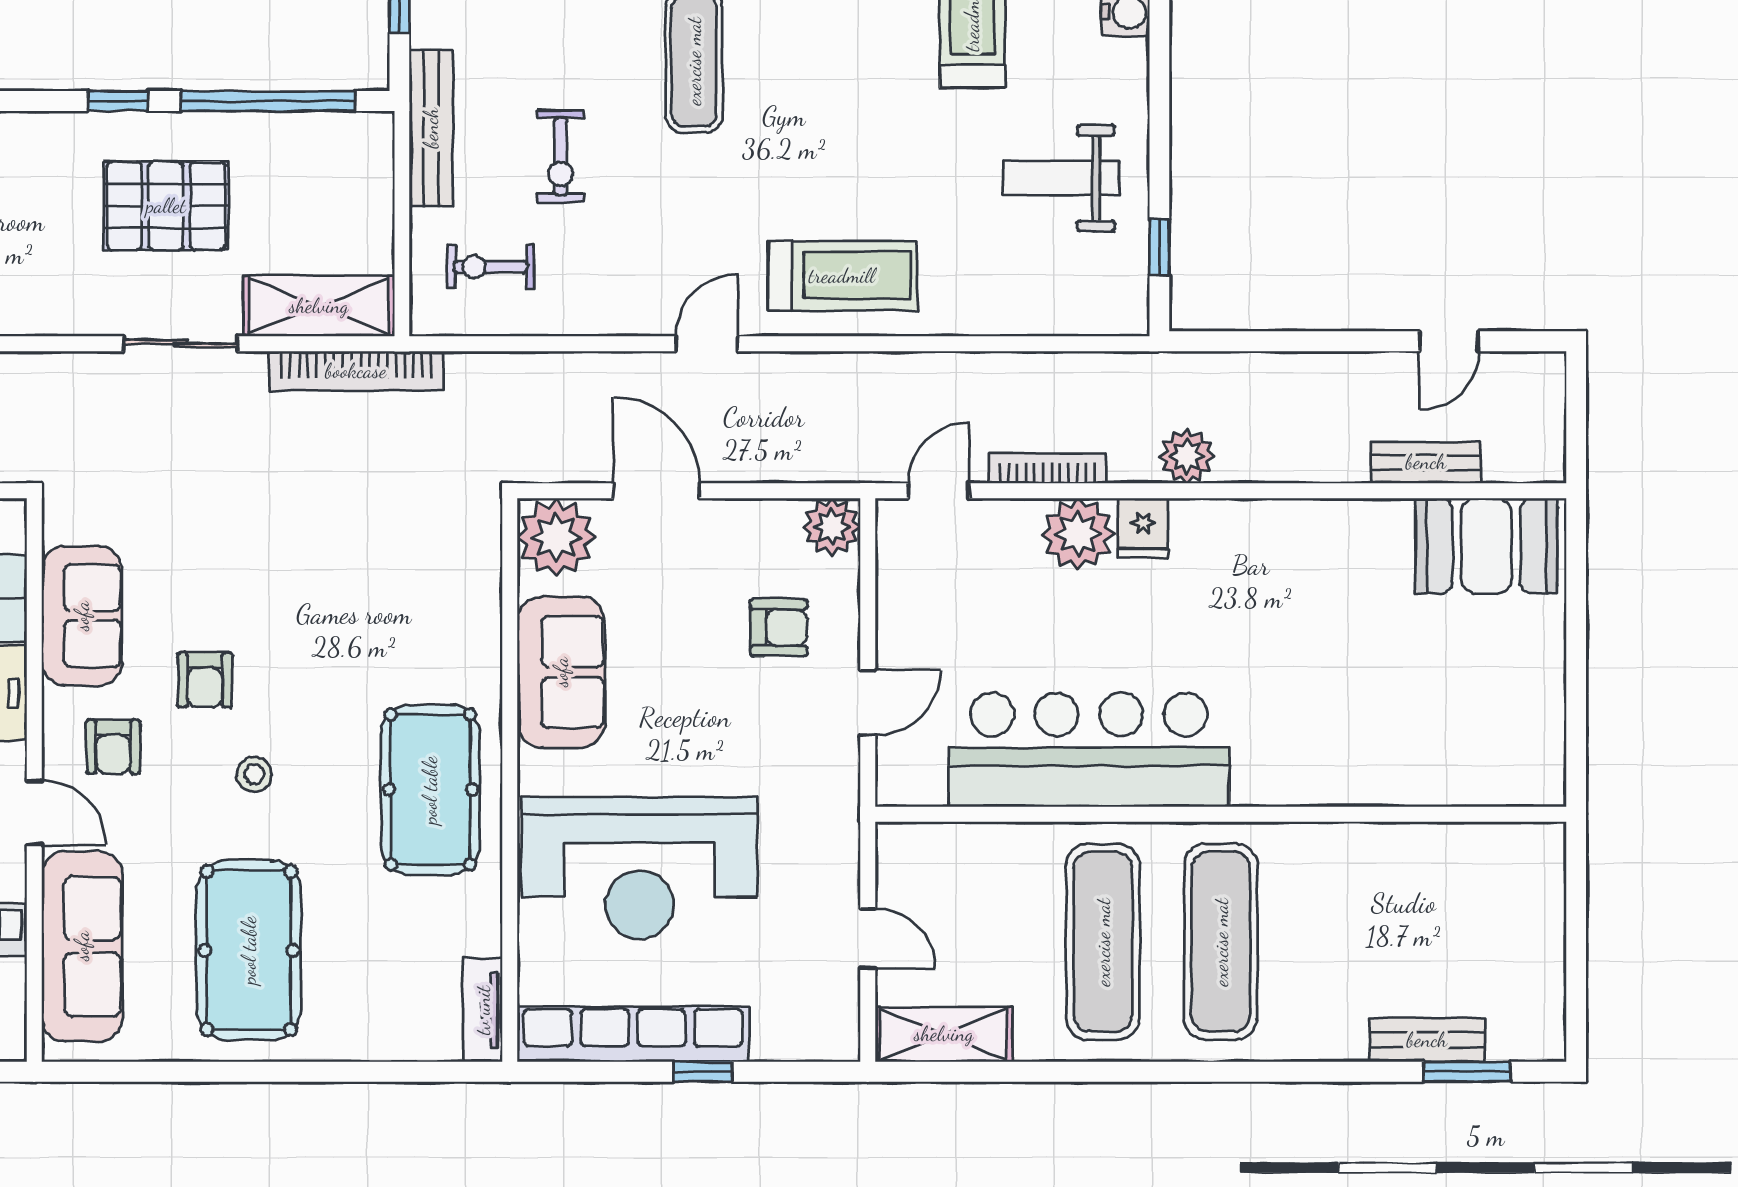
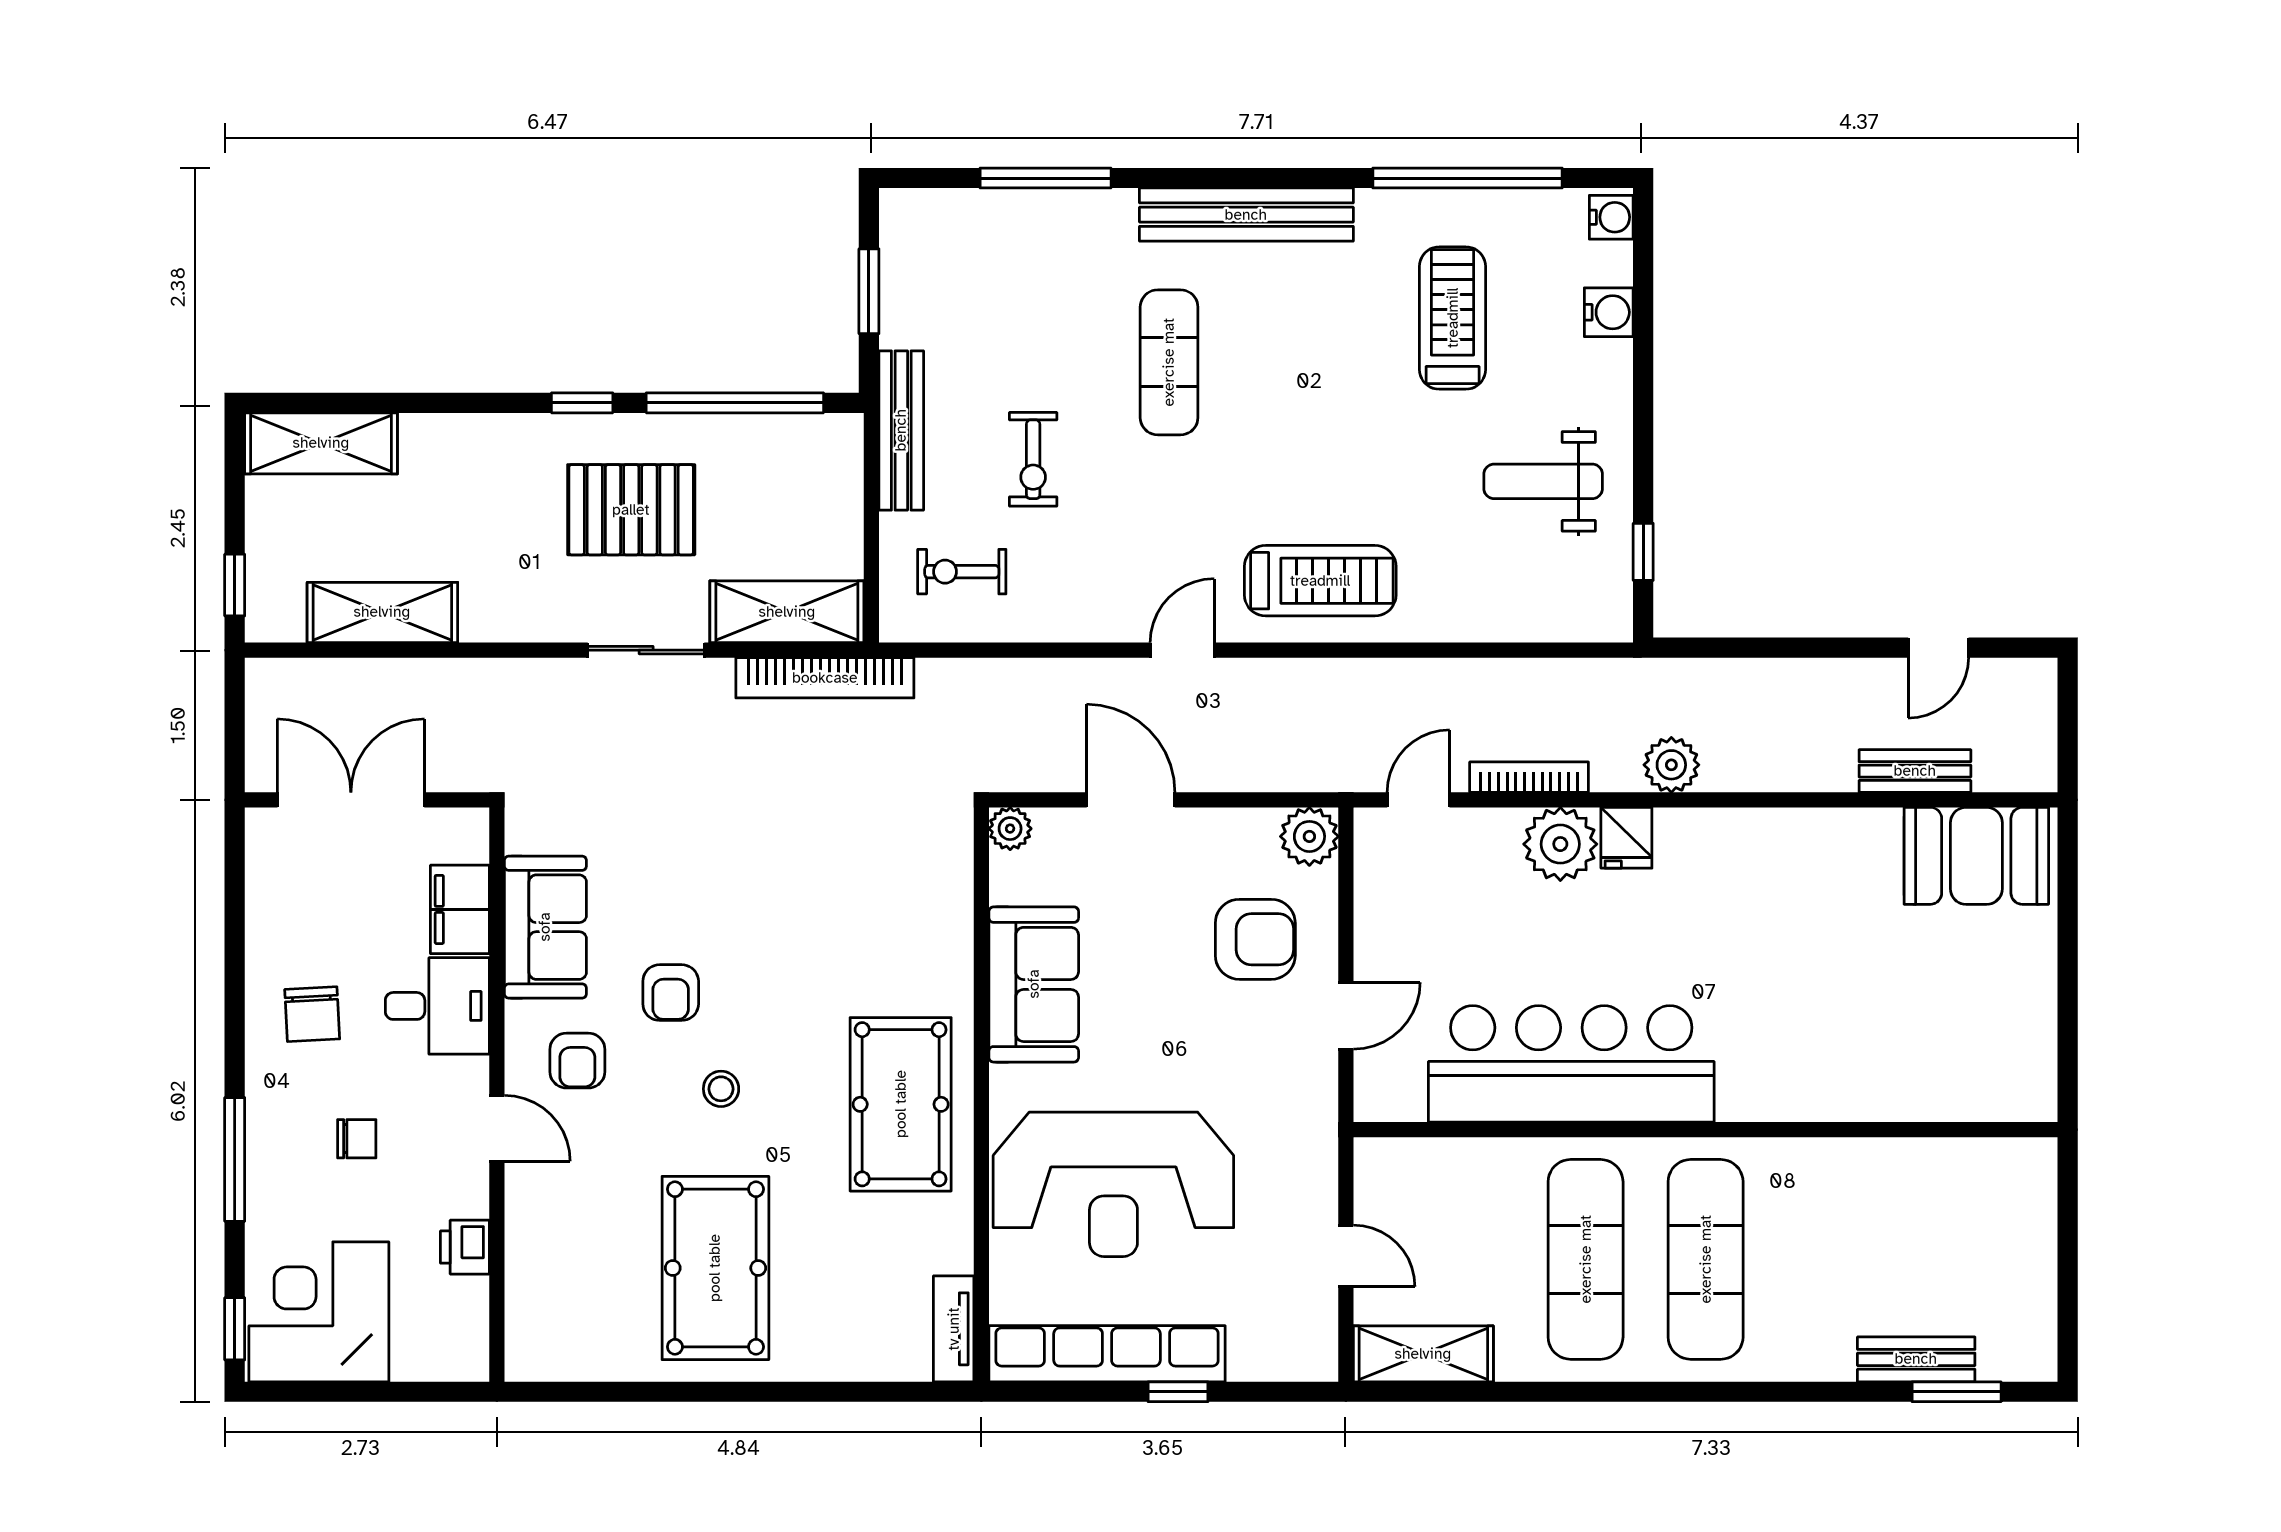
plant: (556, 537) -> (1010, 829), width x0.53, depth x0.53
armchair: (779, 628) -> (1255, 939), width x1.38, depth x1.38
sofa: (82, 946) -> (546, 1264), removed

